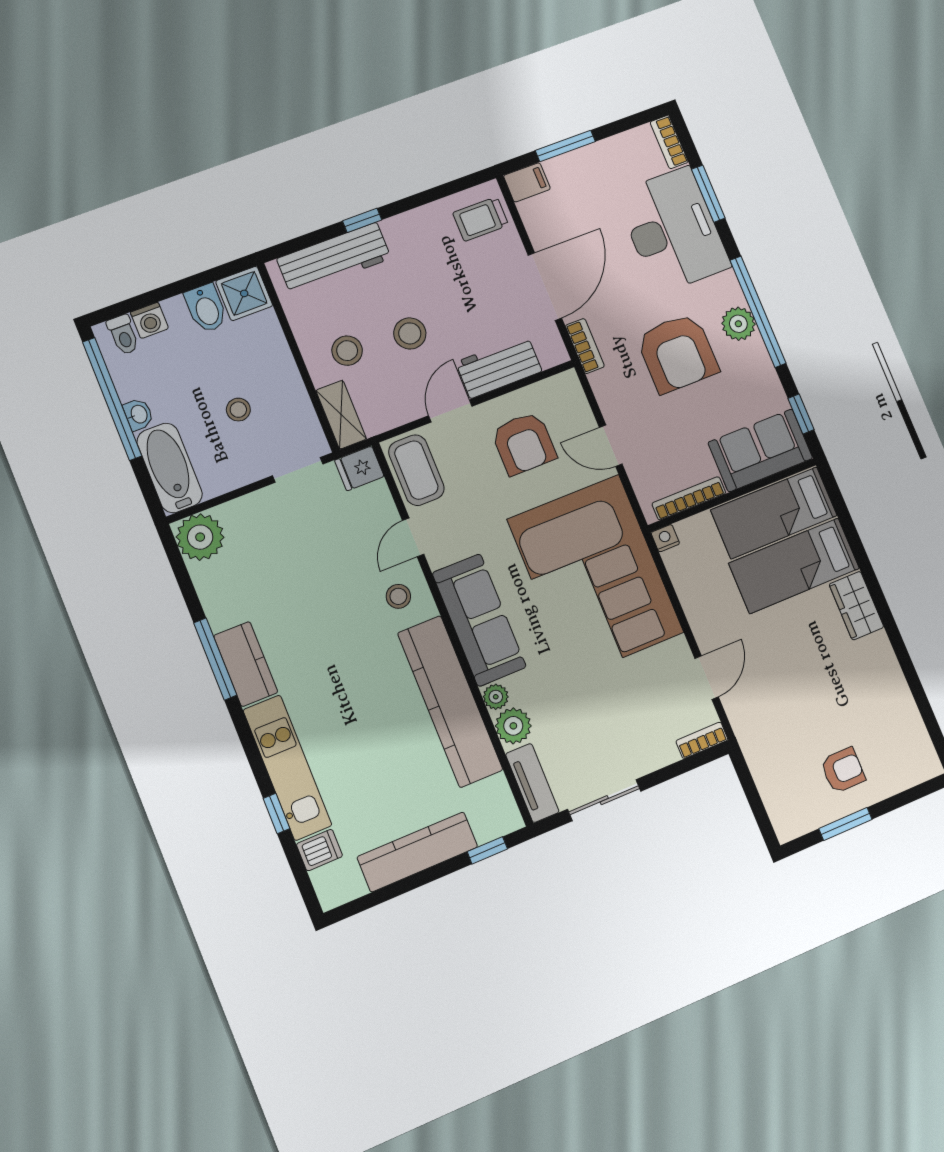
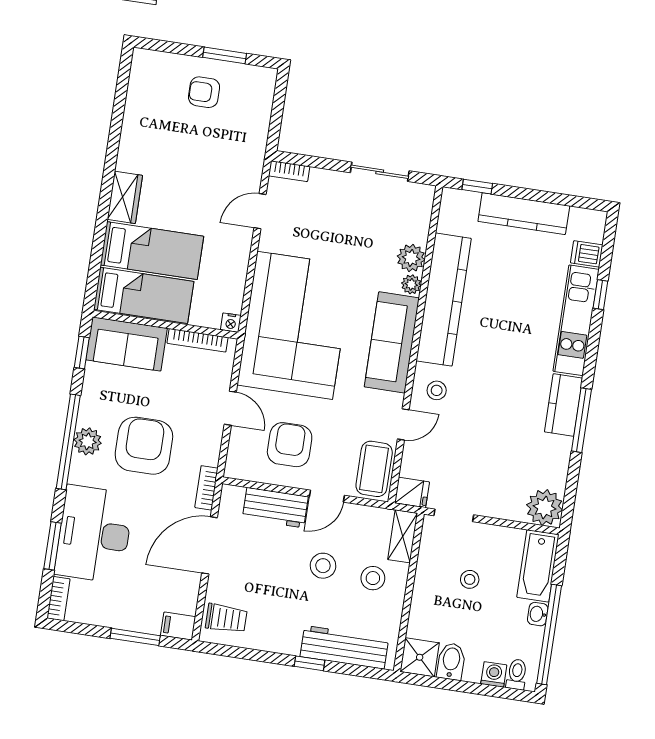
tv unit: (532, 783) -> (421, 212), removed

